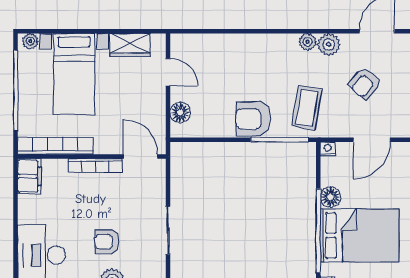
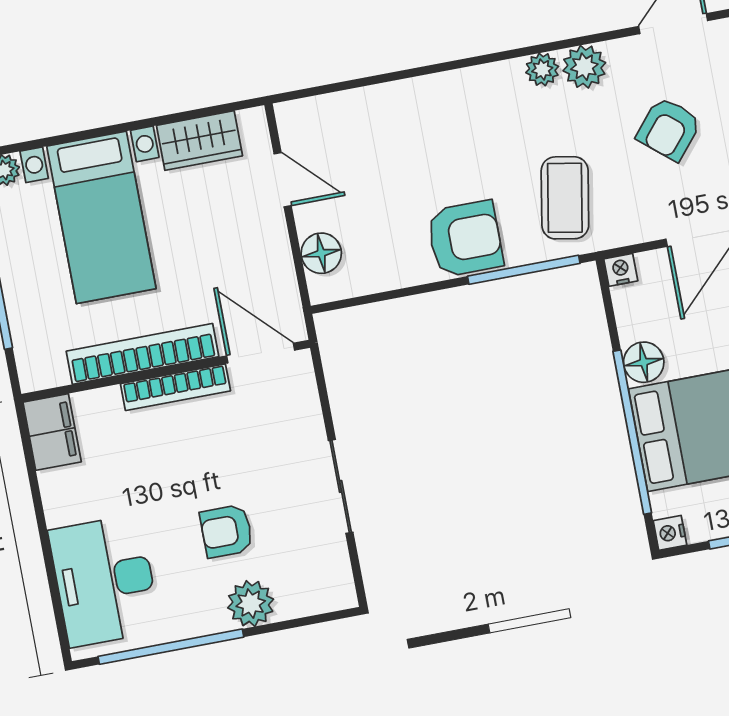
armchair: (253, 119) -> (465, 239), turned 180
bookcase: (55, 146) -> (143, 354), moved

